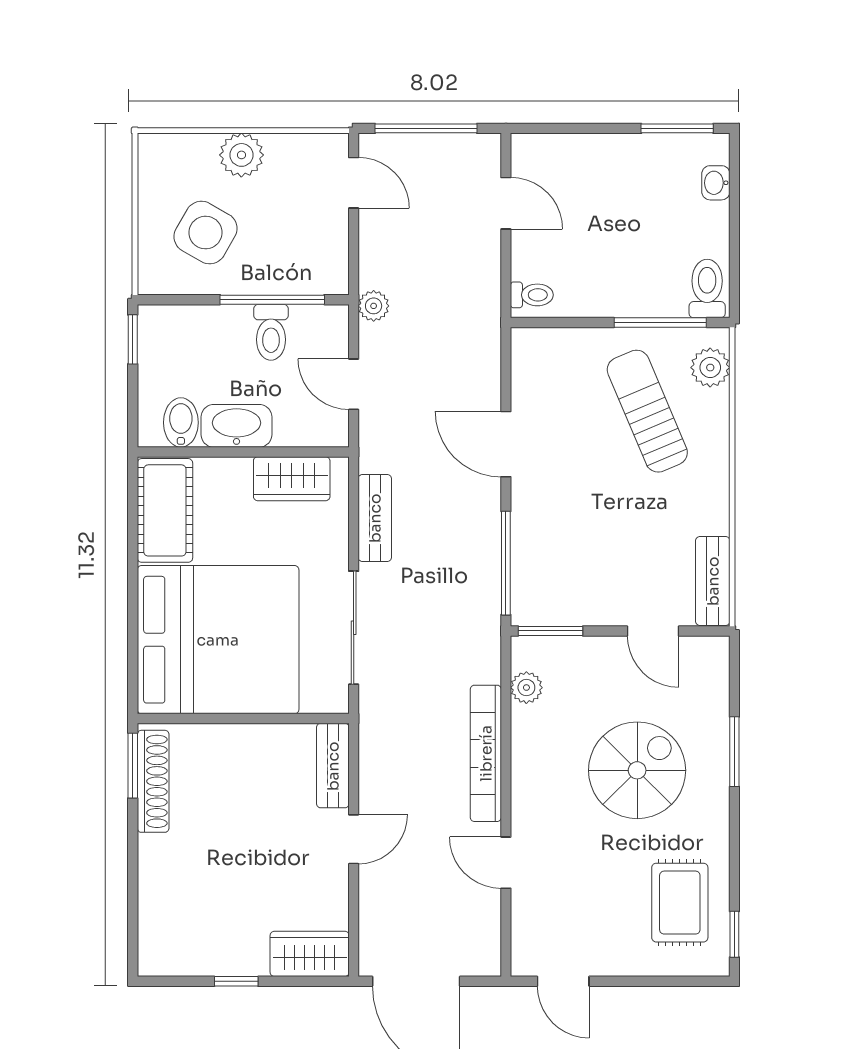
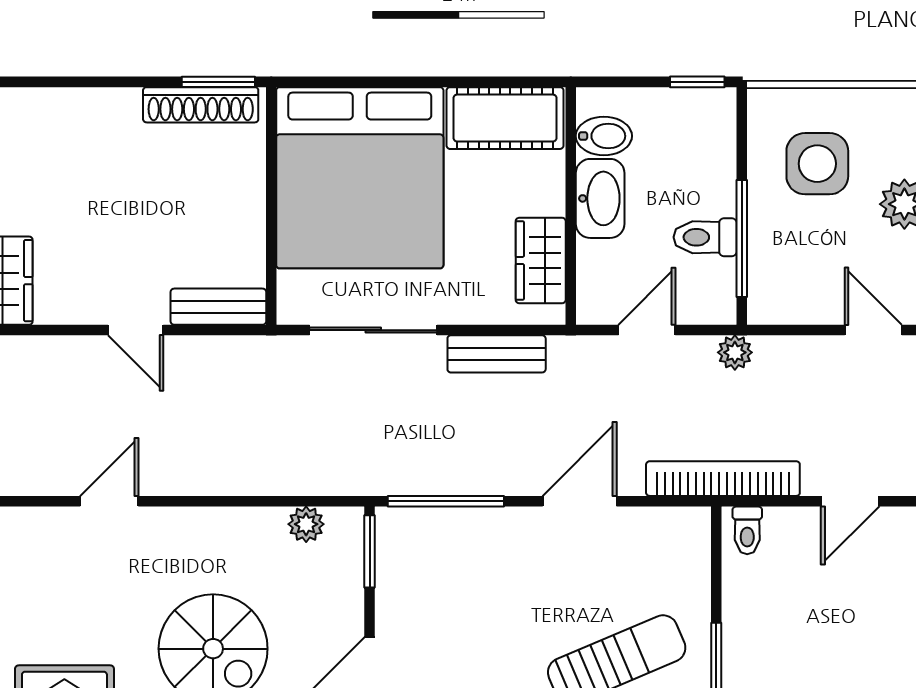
door: (354, 183) -> (873, 330), swing flipped
side table: (206, 233) -> (817, 164), turned -30
bookcase: (486, 753) -> (723, 479), moved

